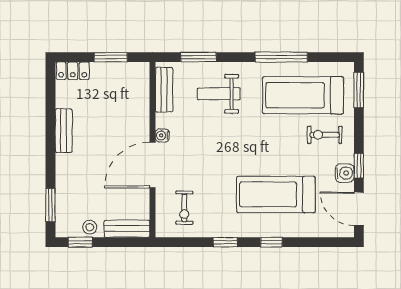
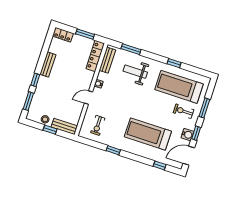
window: (281, 57) -> (174, 63), width x0.46
locker: (141, 89) -> (95, 56), added
window: (359, 90) -> (204, 108), moved
window: (50, 165) -> (35, 80), added
door: (153, 165) -> (89, 98), width x0.53
door: (359, 209) -> (189, 156), hinge flipped
window: (80, 242) -> (50, 130), moved
window: (271, 242) -> (160, 165), moved

